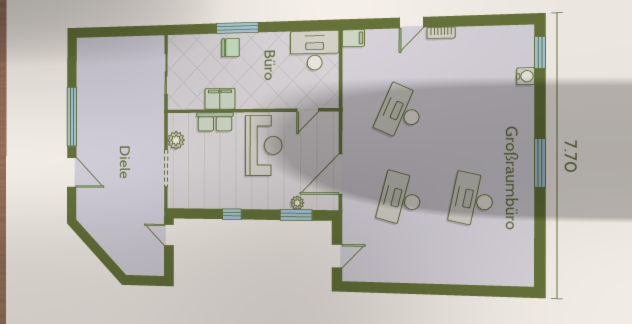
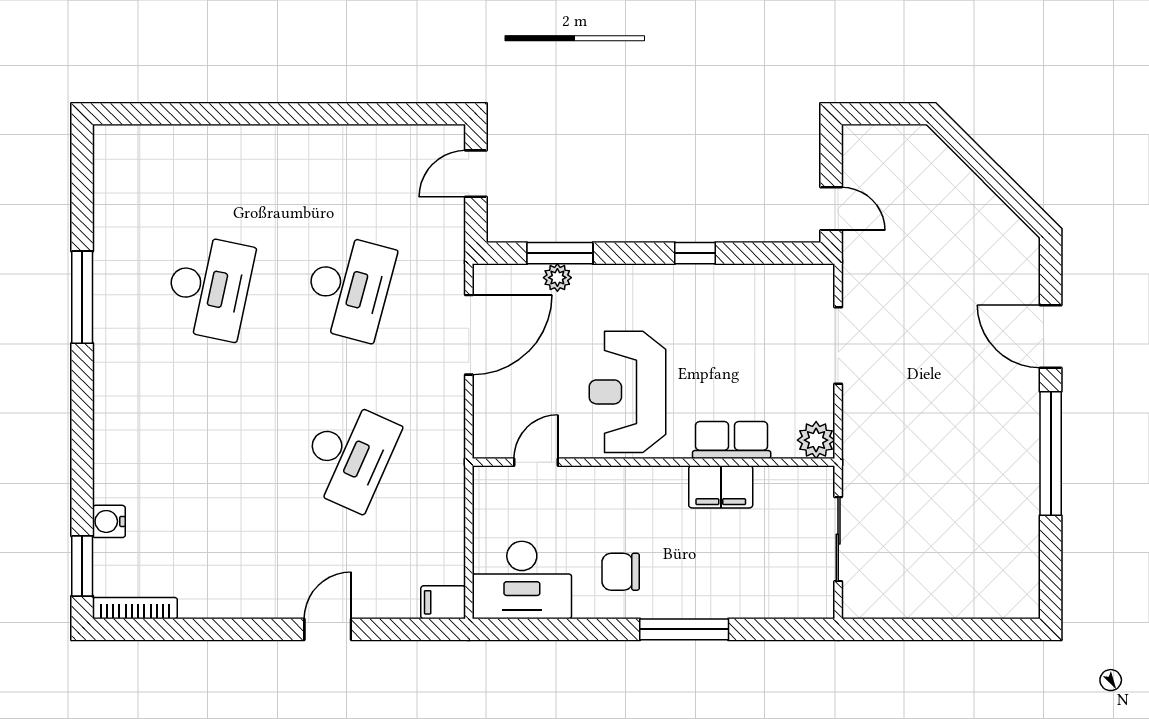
bookcase: (441, 33) -> (135, 608), moved, width x1.56
chair: (230, 48) -> (621, 572), moved
plant: (176, 140) -> (816, 440), moved
window: (540, 163) -> (82, 297), moved

